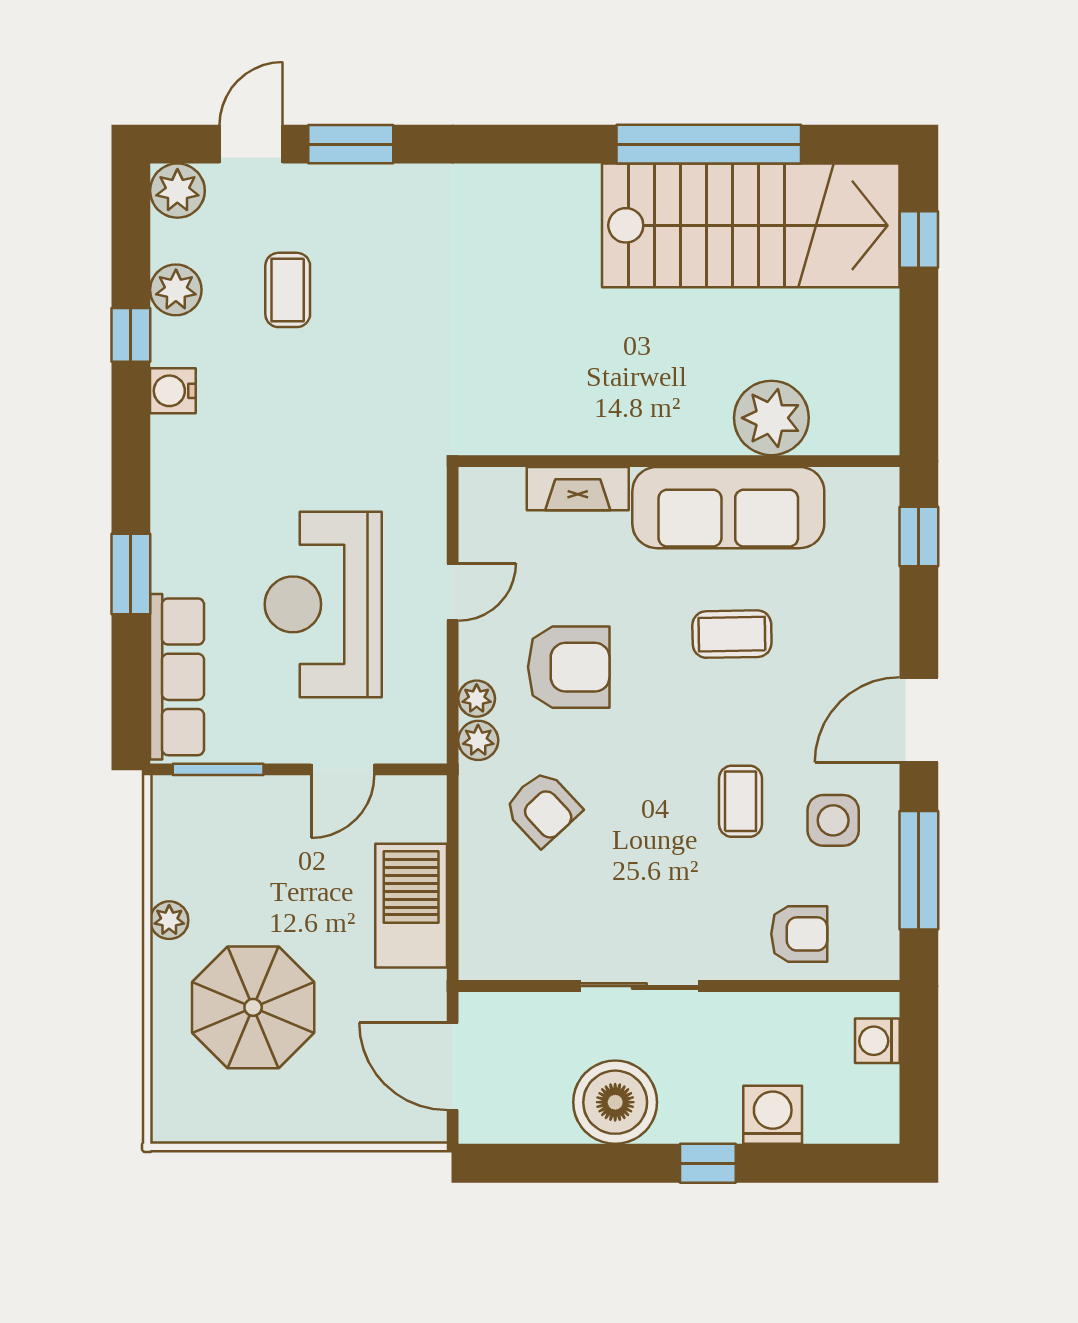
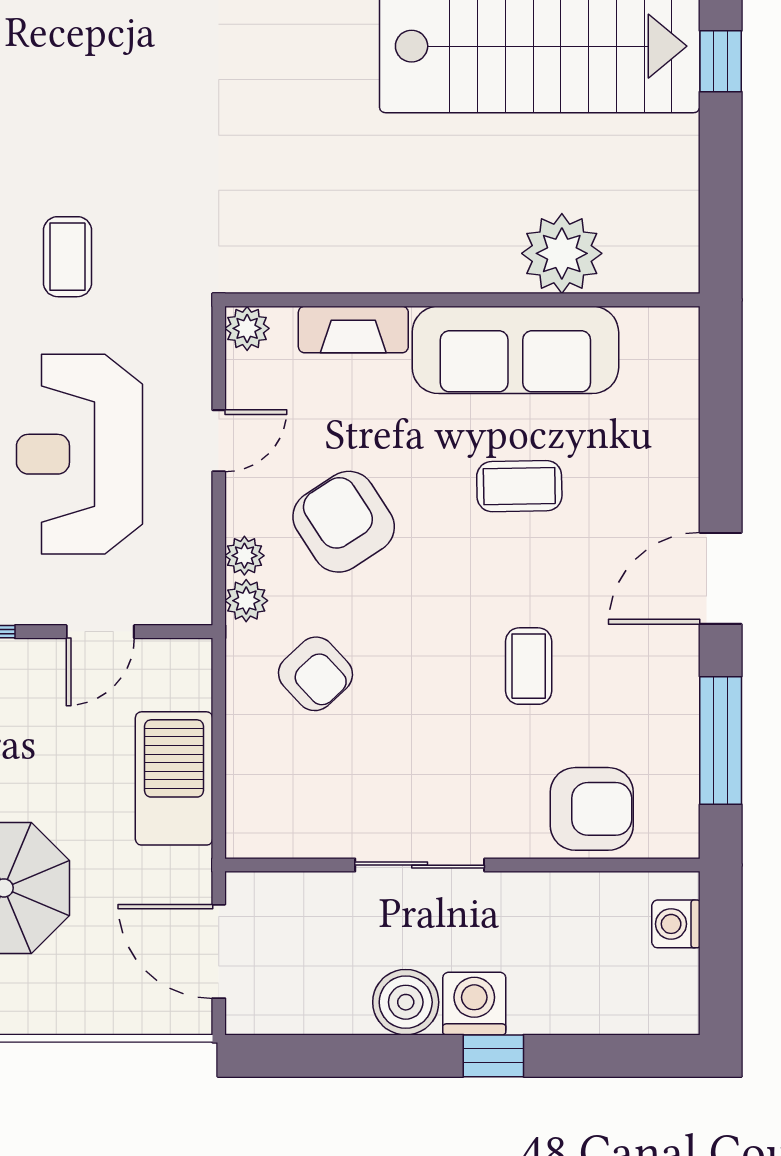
coffee table: (288, 290) -> (68, 257), moved
plant: (479, 488) -> (247, 328), added
window: (919, 536) -> (721, 381), removed
armchair: (569, 667) -> (344, 522), turned -123
side table: (833, 820) -> (628, 687), removed
armchair: (799, 934) -> (592, 809), width x1.38, depth x1.38
boiler: (615, 1102) -> (406, 1002), width x0.73, depth x0.73
washing machine: (773, 1115) -> (474, 1004), moved

